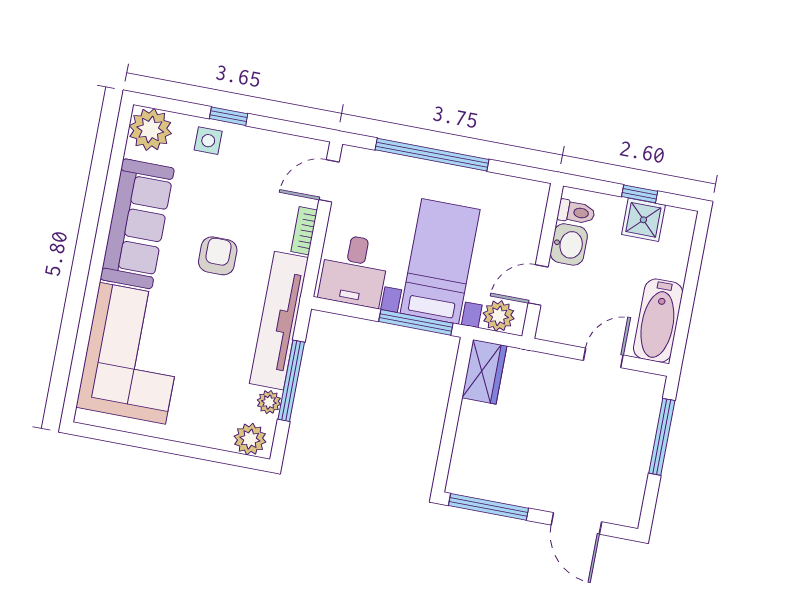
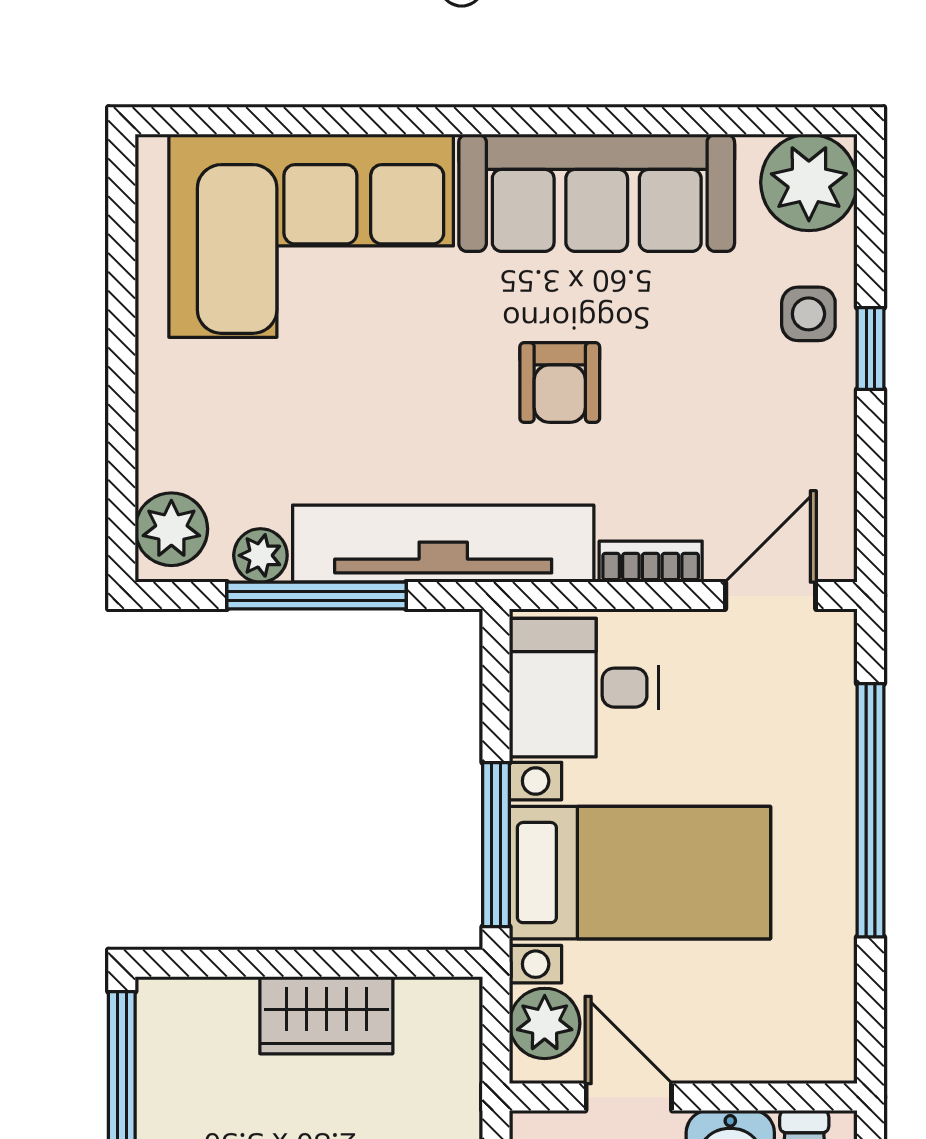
door: (329, 181) -> (771, 596), hinge flipped
armchair: (218, 256) -> (560, 383), turned 90
wardrobe: (484, 372) -> (326, 1015), moved

